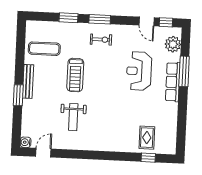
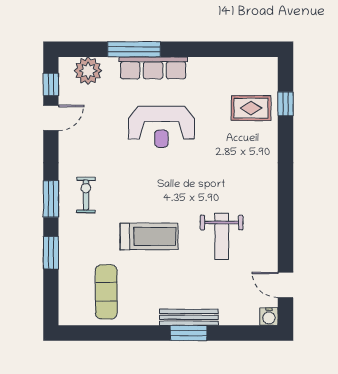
reception desk: (139, 71) -> (161, 127), moved
bench: (28, 81) -> (189, 317), moved
weight bench: (73, 117) -> (222, 236), turned 90

